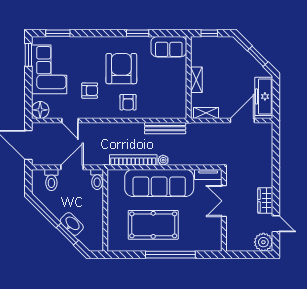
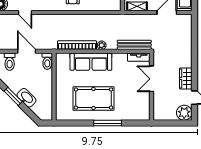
bench: (165, 128) -> (134, 45), moved
door: (72, 167) -> (27, 51), hinge flipped
sofa: (159, 183) -> (91, 62), width x0.74, depth x0.79
window: (67, 234) -> (13, 96), moved
window: (170, 255) -> (108, 123), width x0.68

